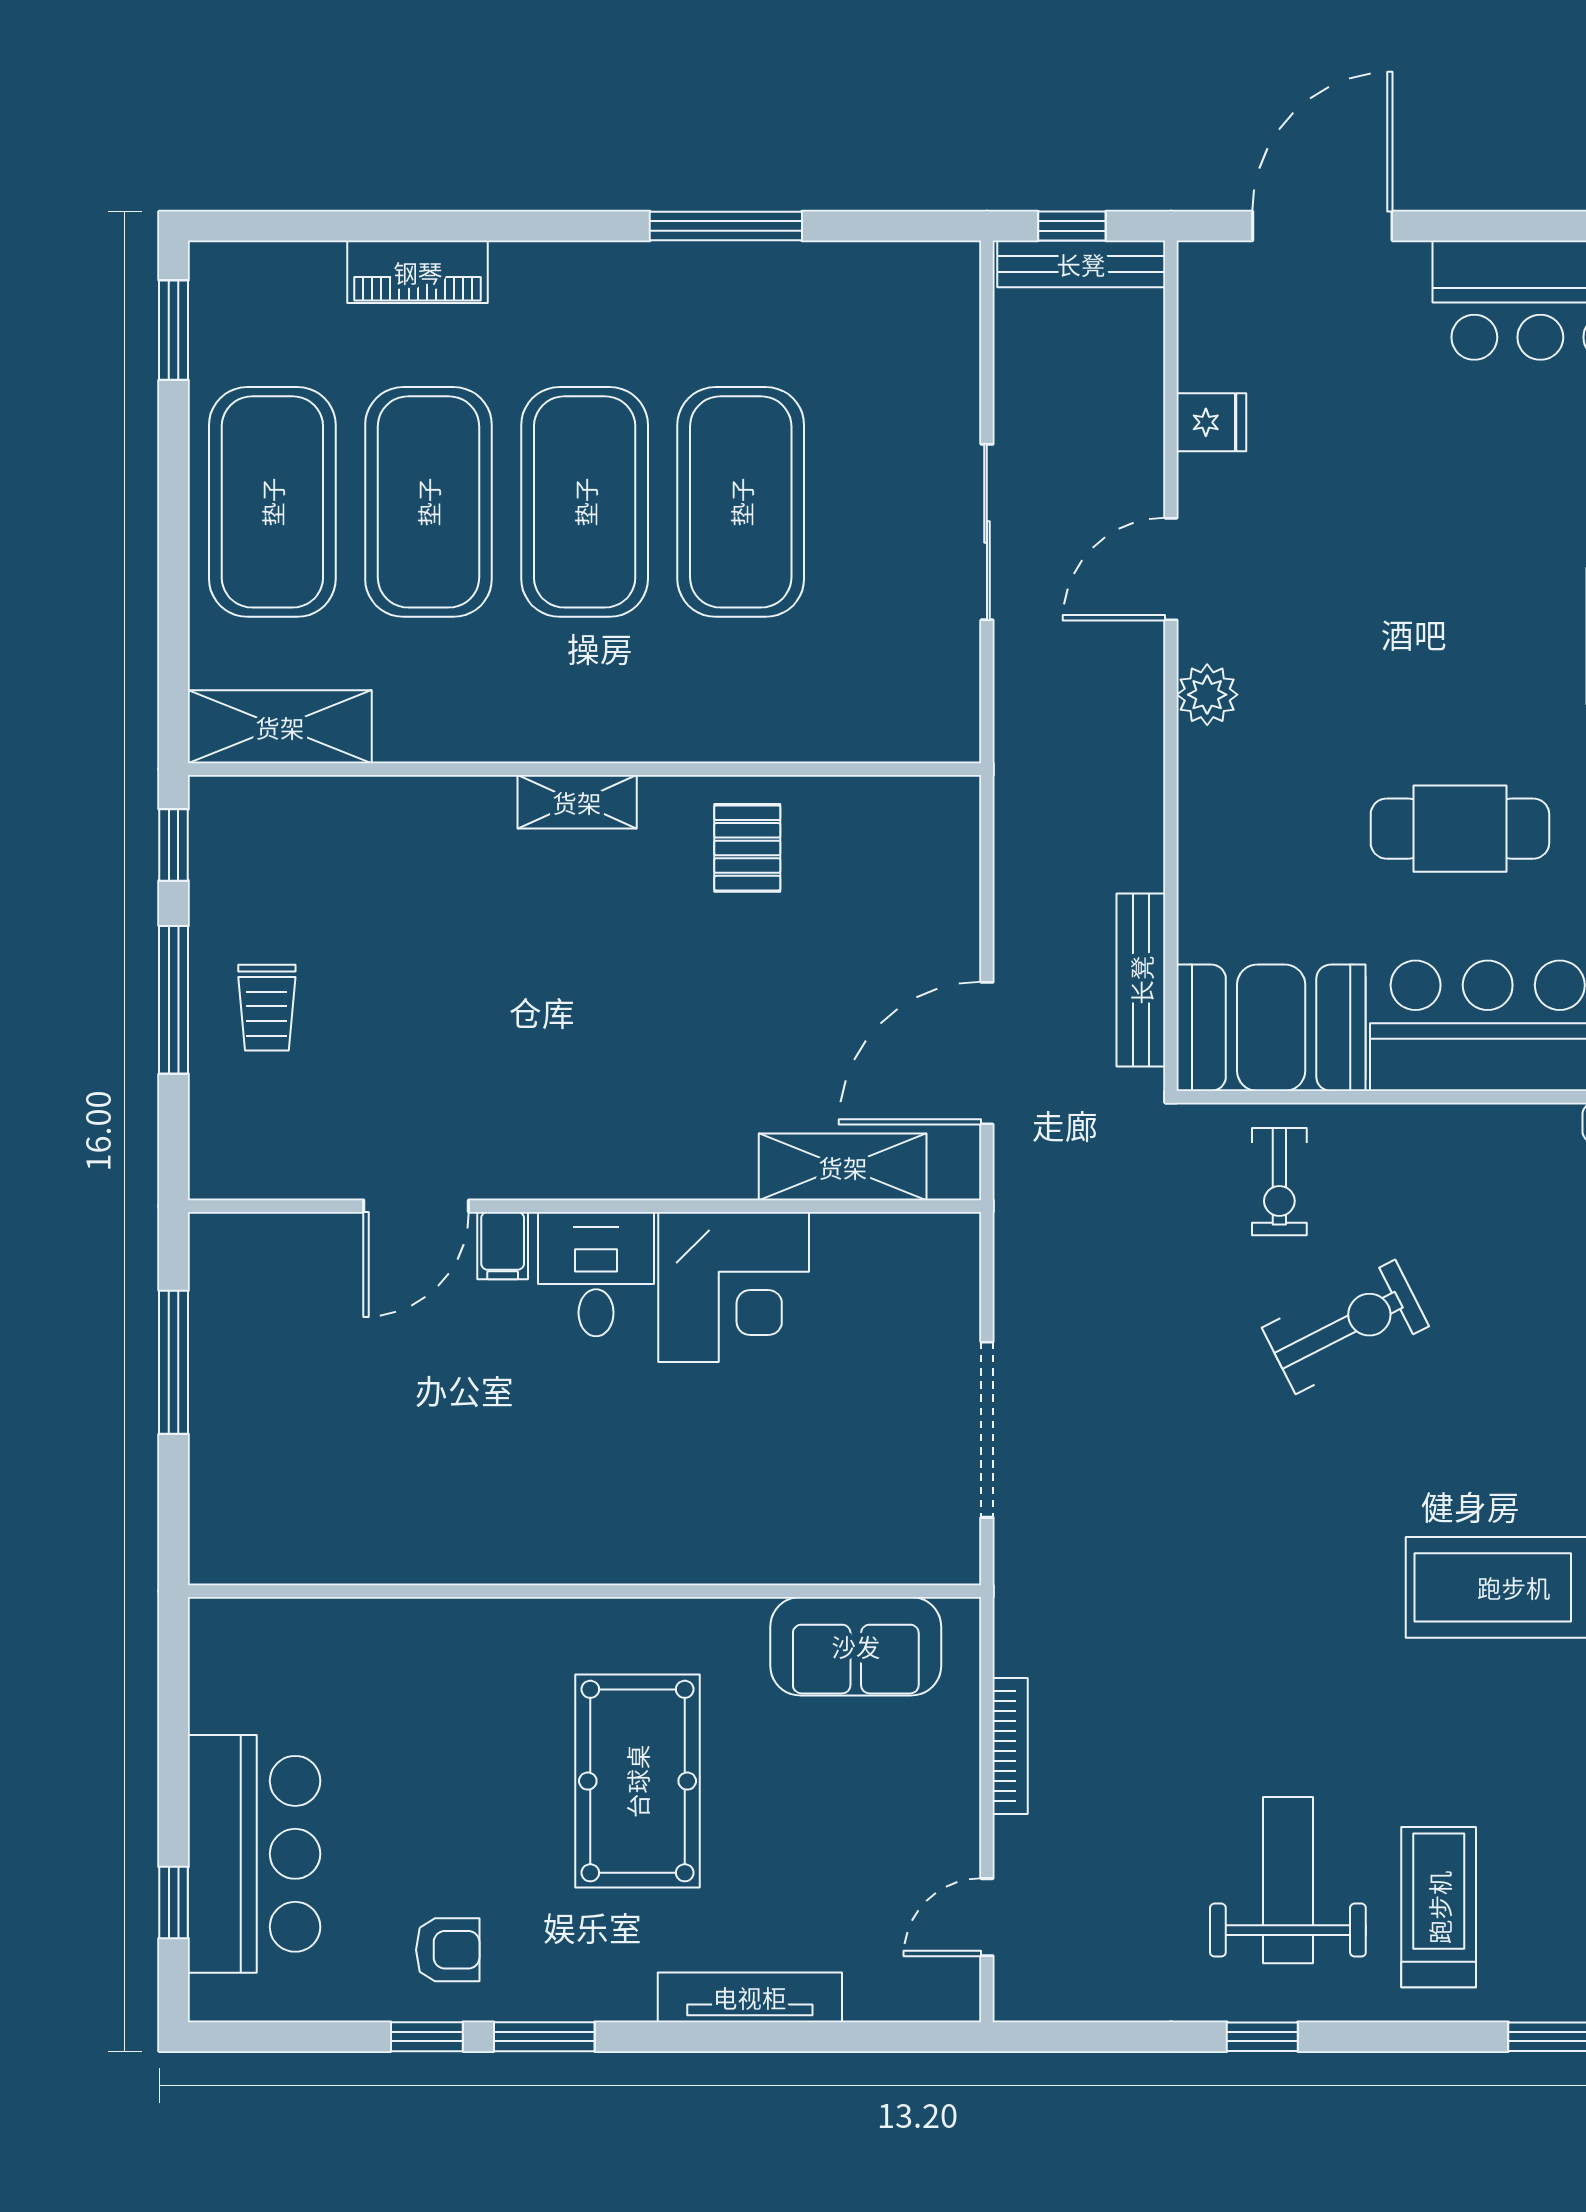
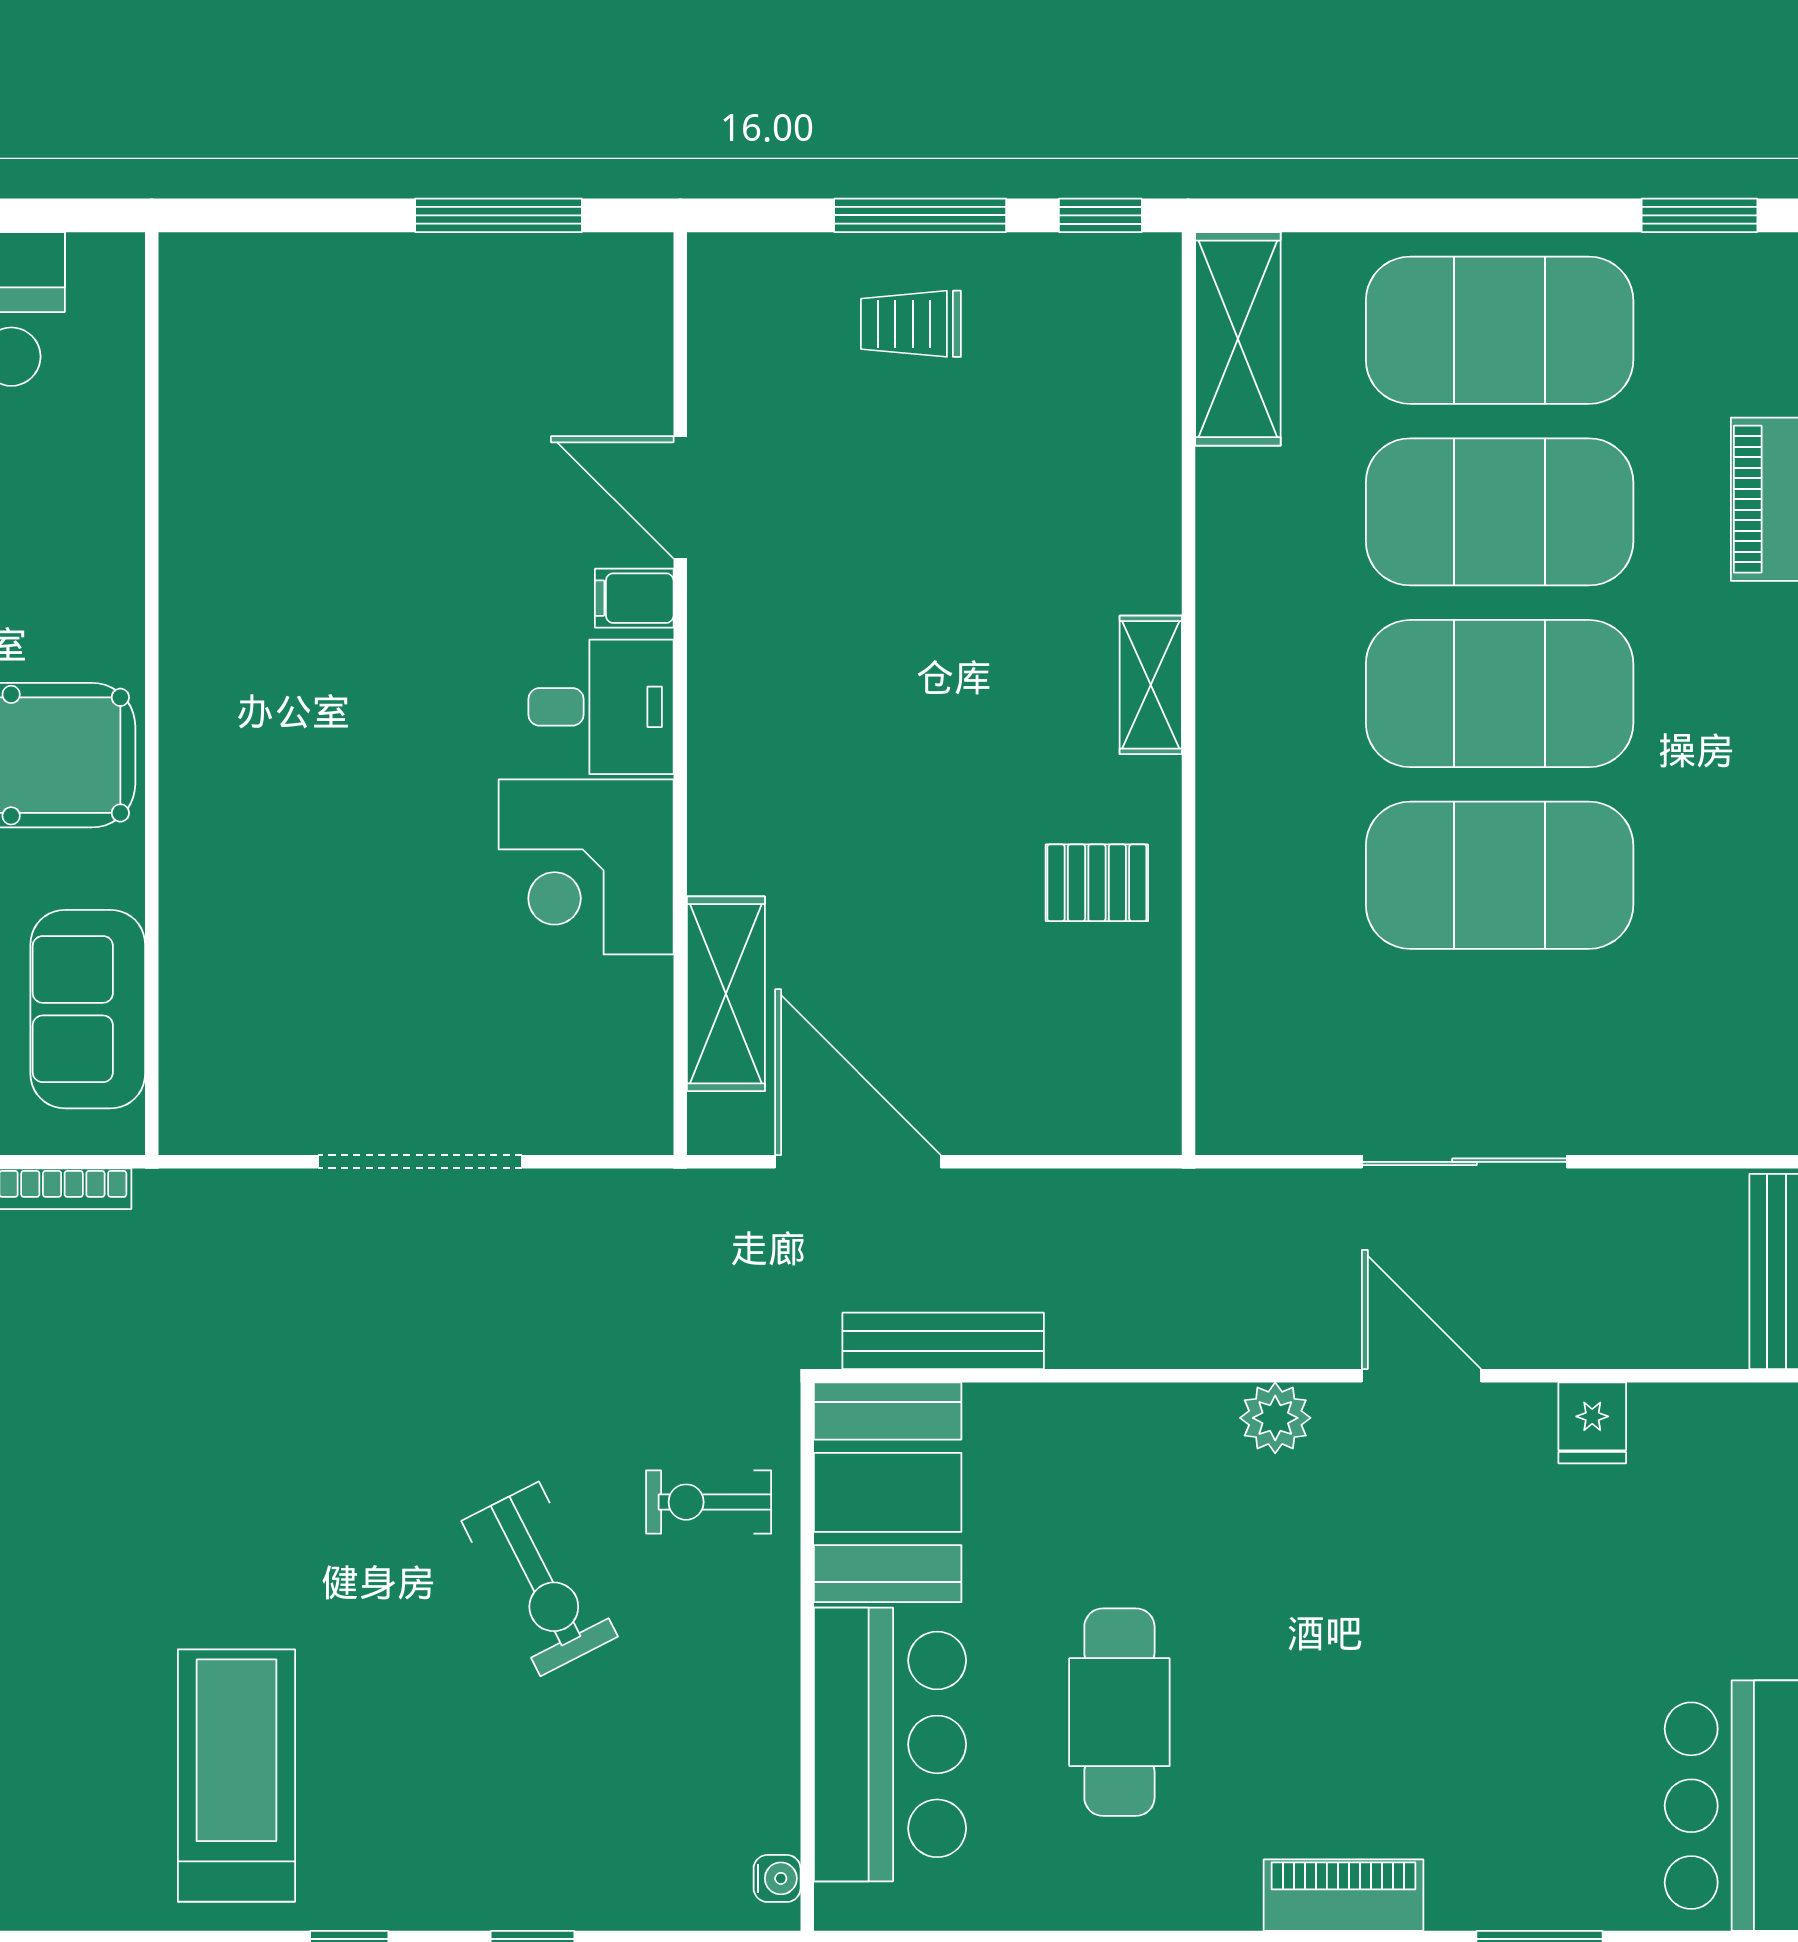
wall: (585, 1591) -> (152, 694), moved
sofa: (856, 1646) -> (88, 1009), moved

